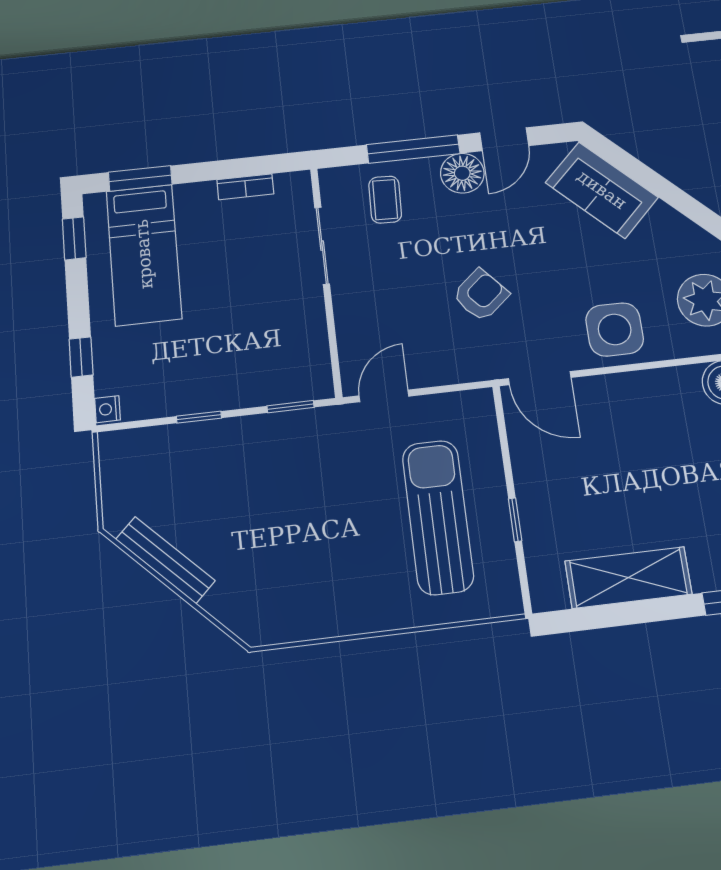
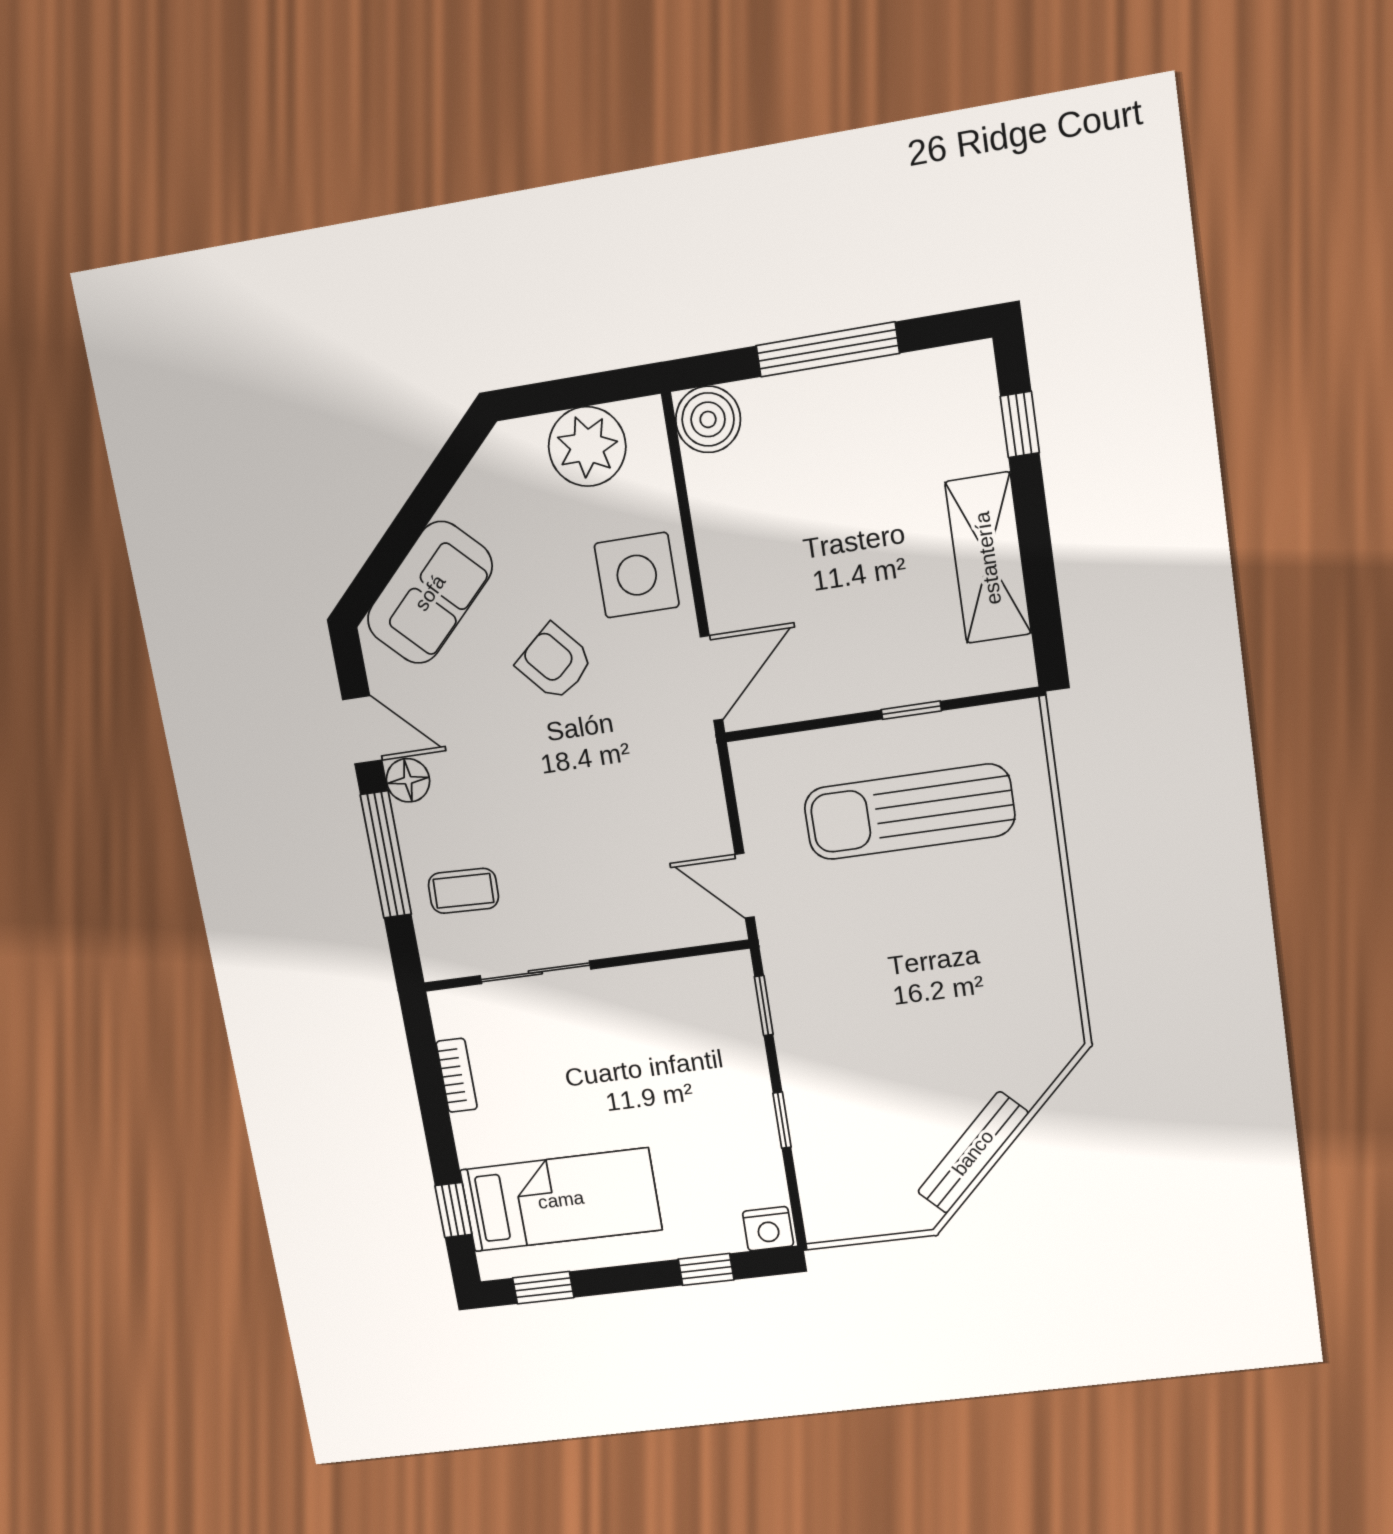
floor lamp: (462, 173) -> (408, 780), width x0.73, depth x0.73
window: (140, 178) -> (453, 1210), width x0.67
armchair: (481, 295) -> (555, 662), moved
nightstand: (107, 409) -> (768, 1229), width x1.39, depth x1.35

